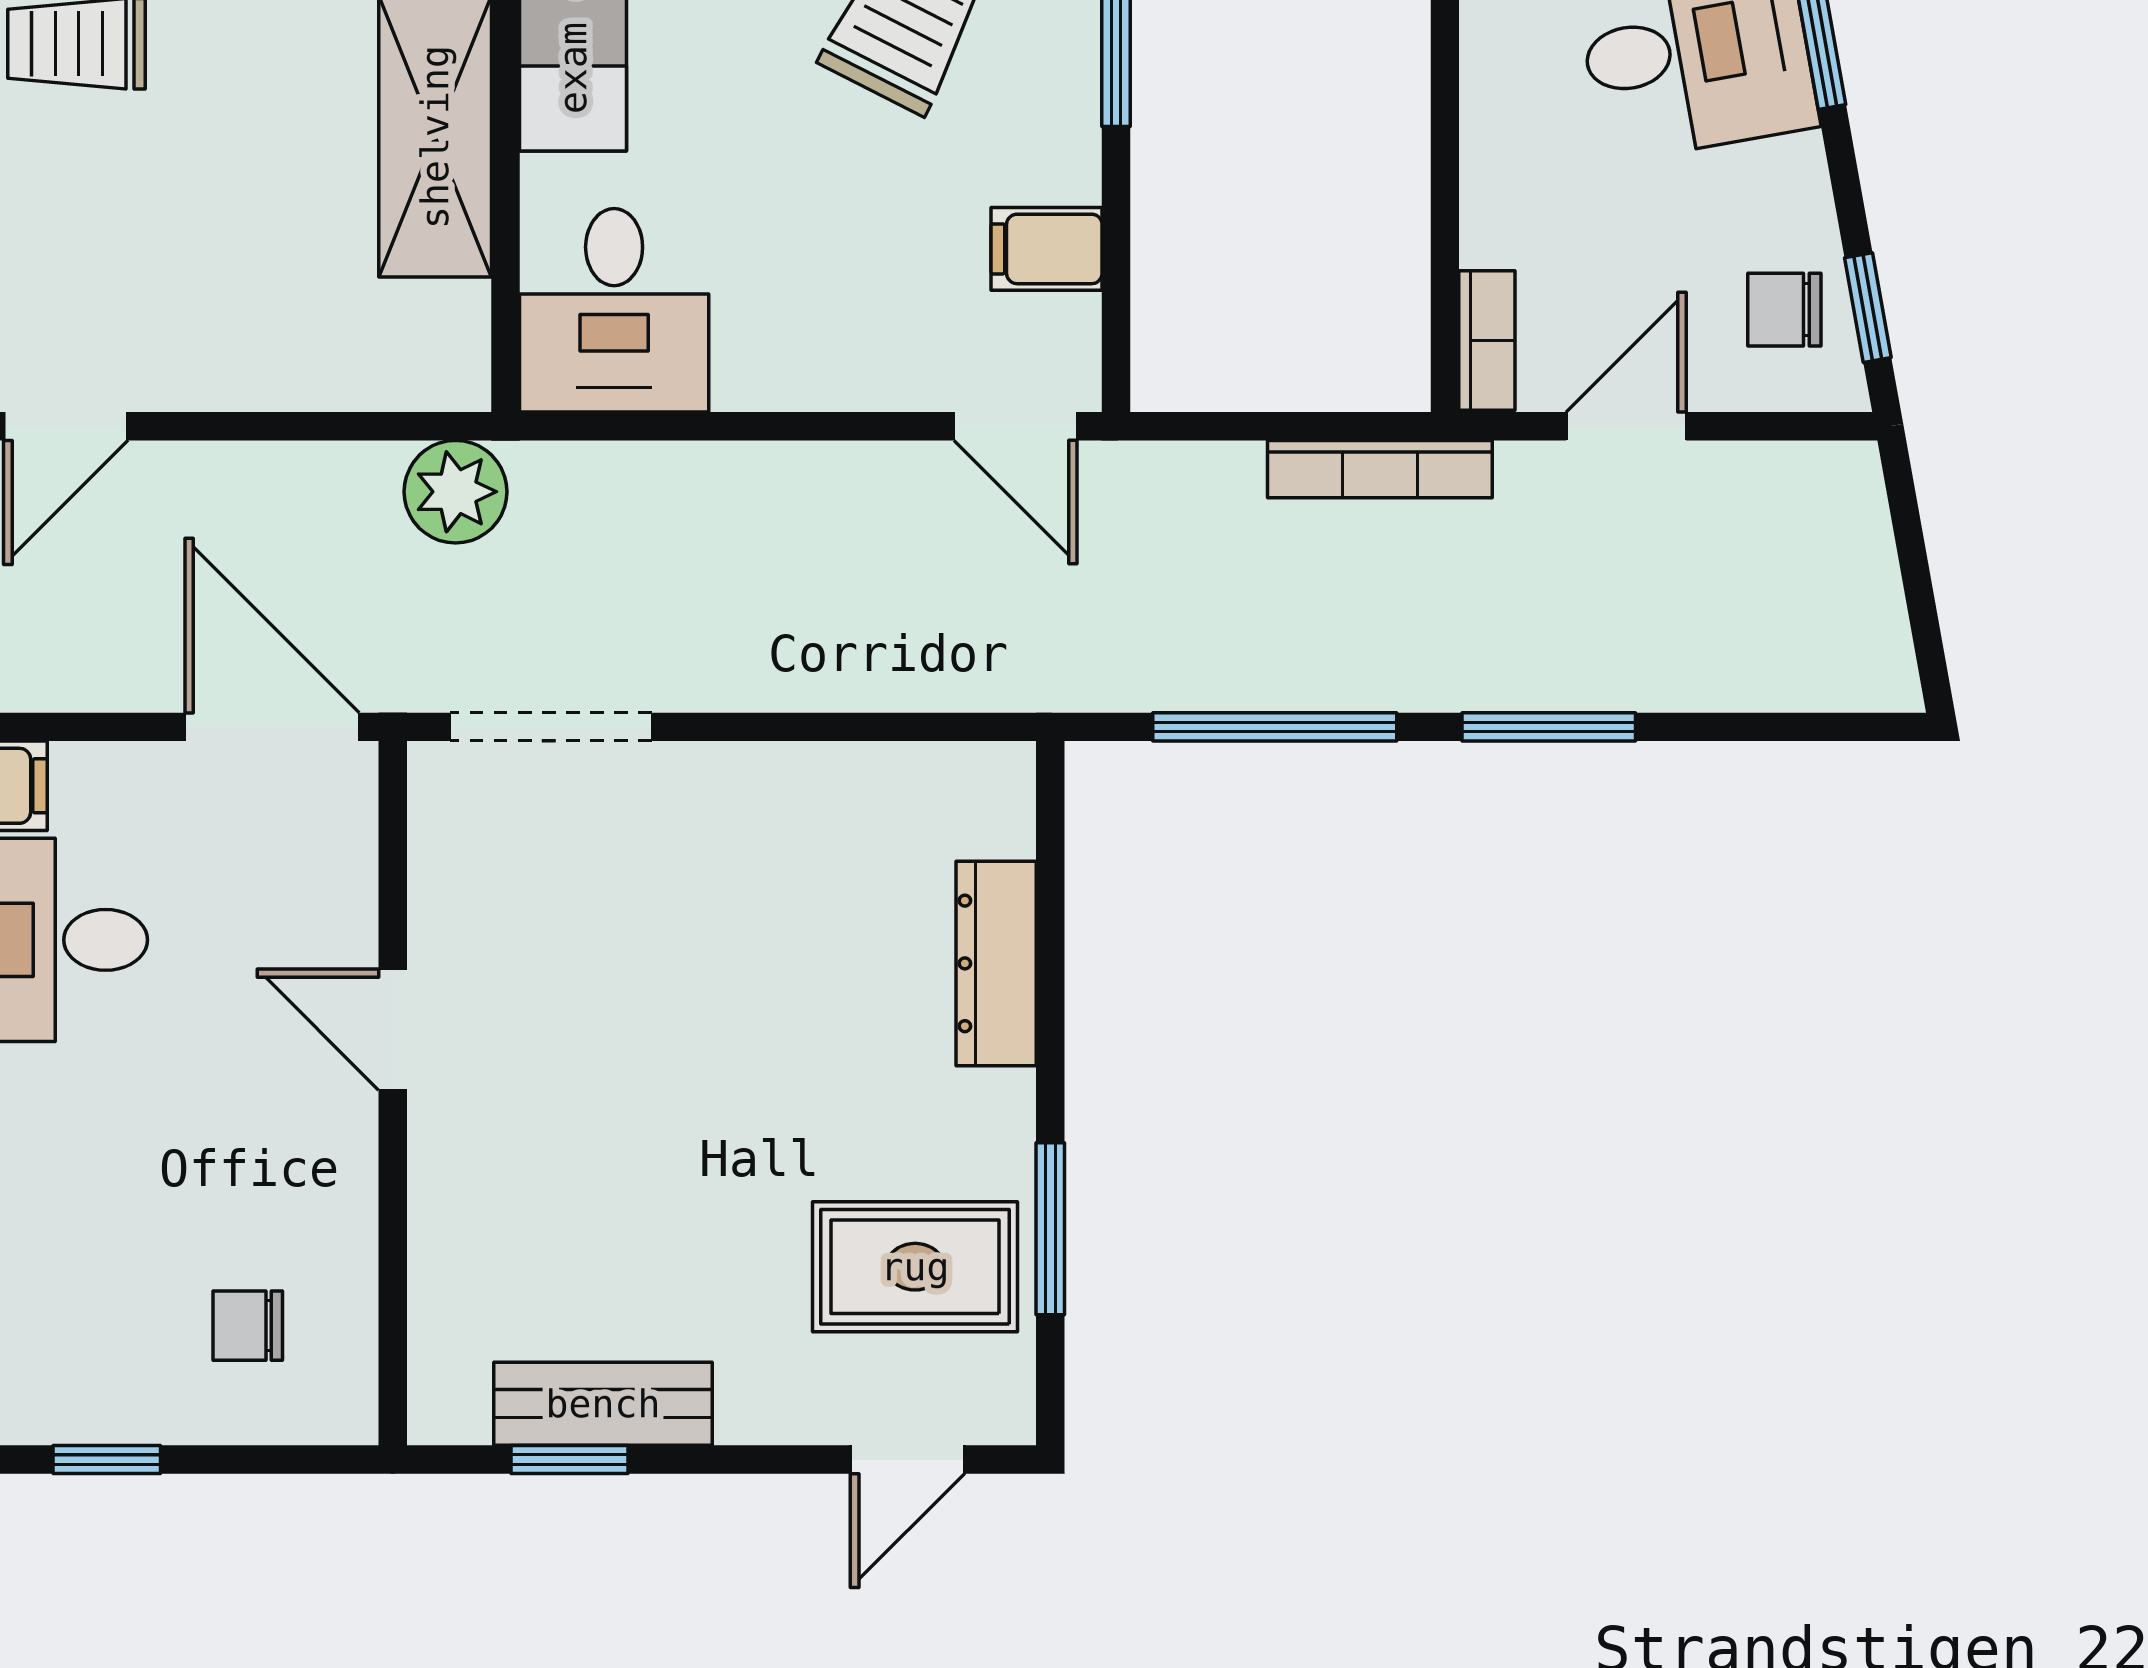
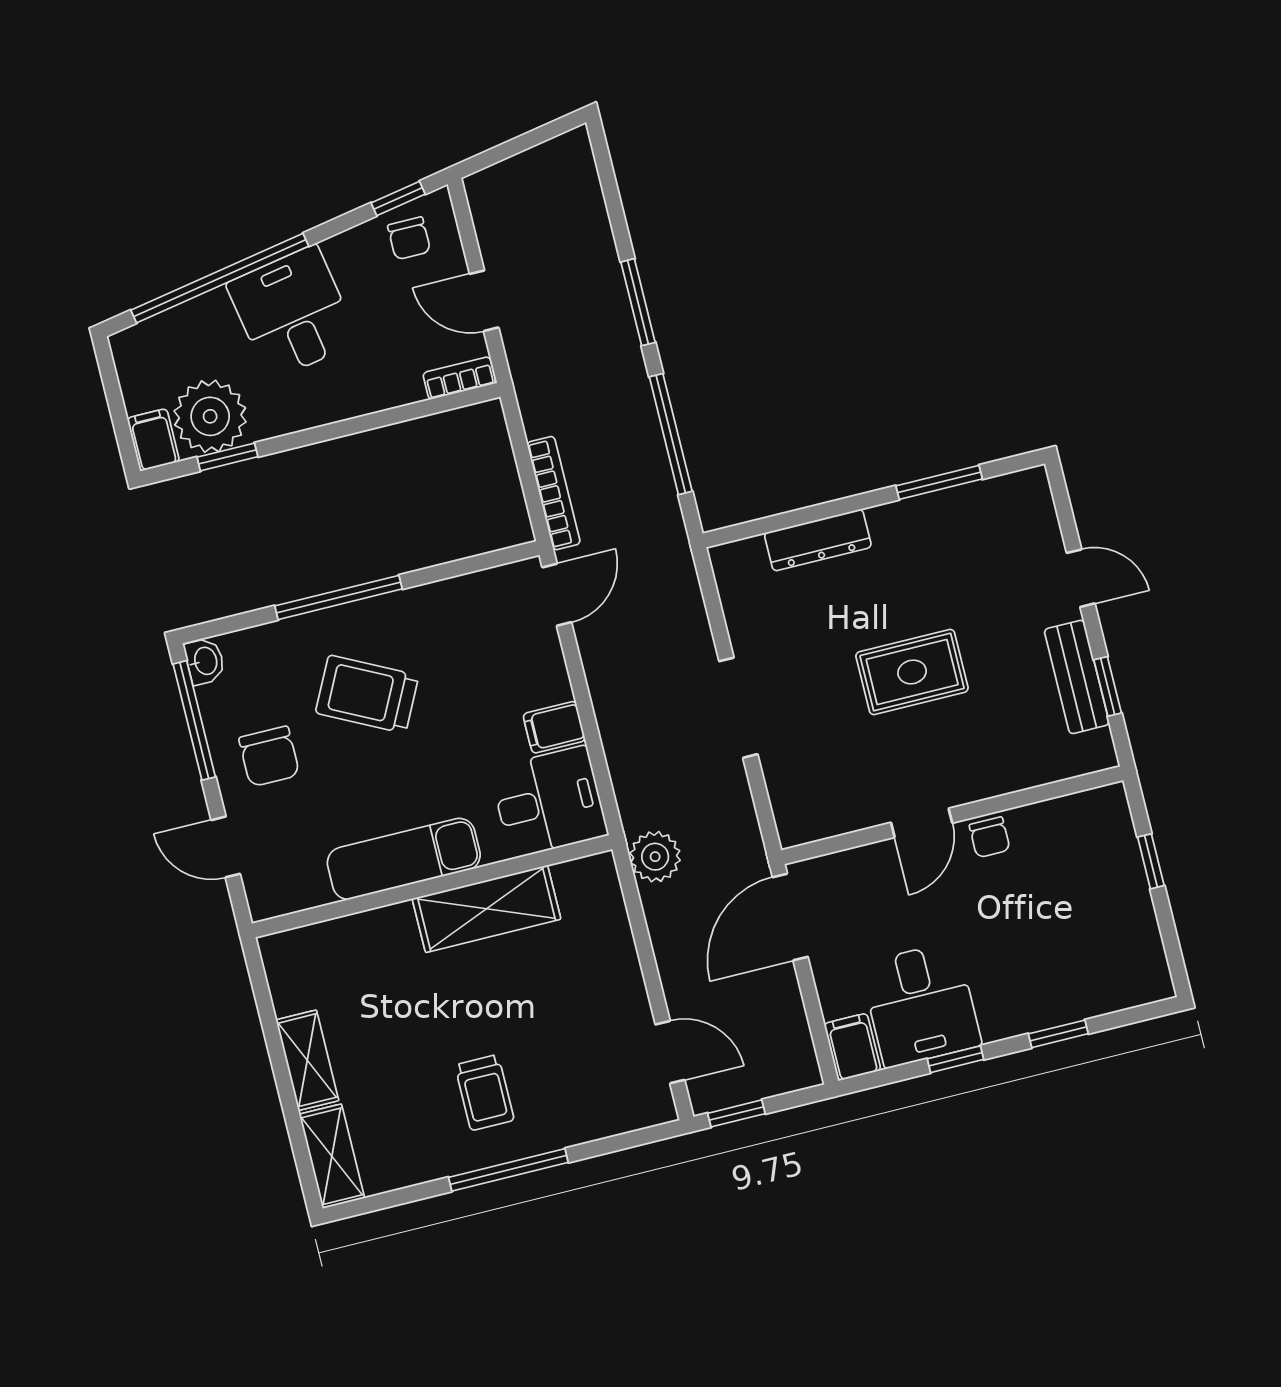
filing cabinet: (1047, 249) -> (554, 727), moved, turned 90
bookcase: (1380, 469) -> (554, 493), moved
doorway: (551, 727) -> (738, 708), moved
rug: (915, 1267) -> (912, 672), moved, turned 90
chair: (248, 1326) -> (990, 837), moved
window: (107, 1460) -> (1151, 861), moved
door: (907, 1460) -> (1081, 578), moved

